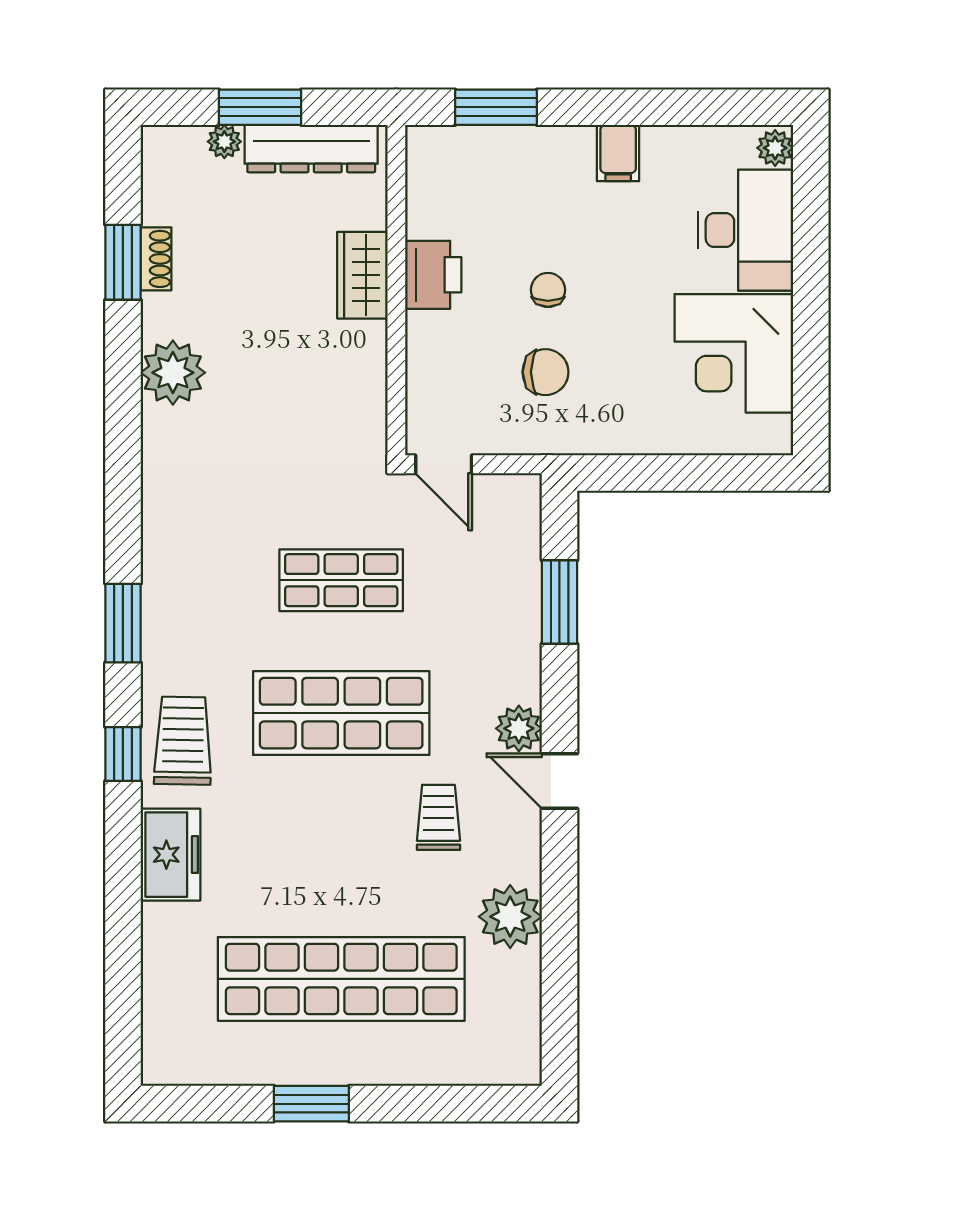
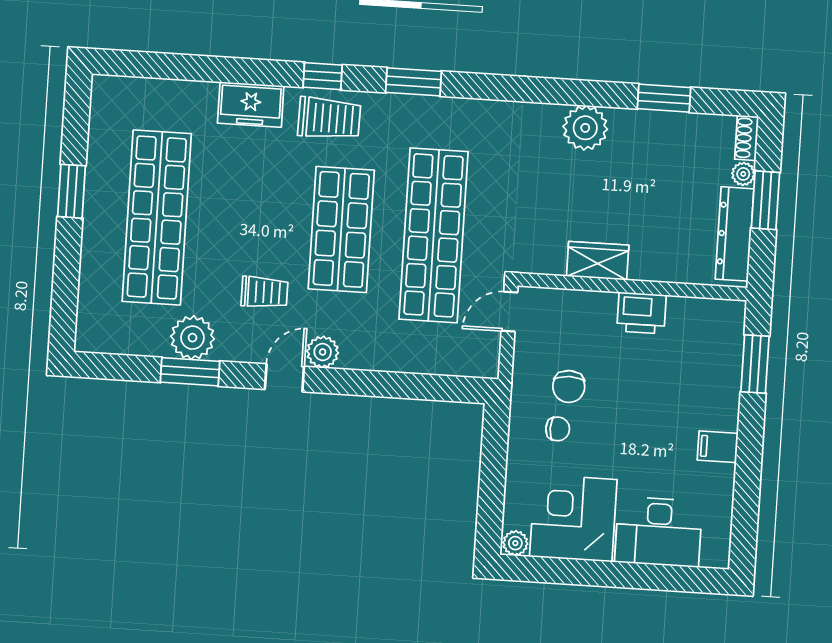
plant: (775, 148) -> (515, 543), moved
shoe rack: (156, 259) -> (747, 138), moved, turned 90
wardrobe: (362, 275) -> (598, 261), moved
chair: (548, 290) -> (558, 429), moved
shop shelf: (341, 580) -> (434, 235), width x2.00, depth x1.36
window: (559, 602) -> (190, 372), moved

